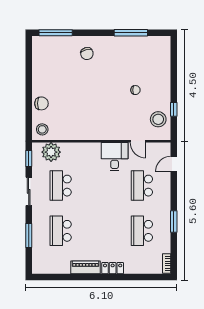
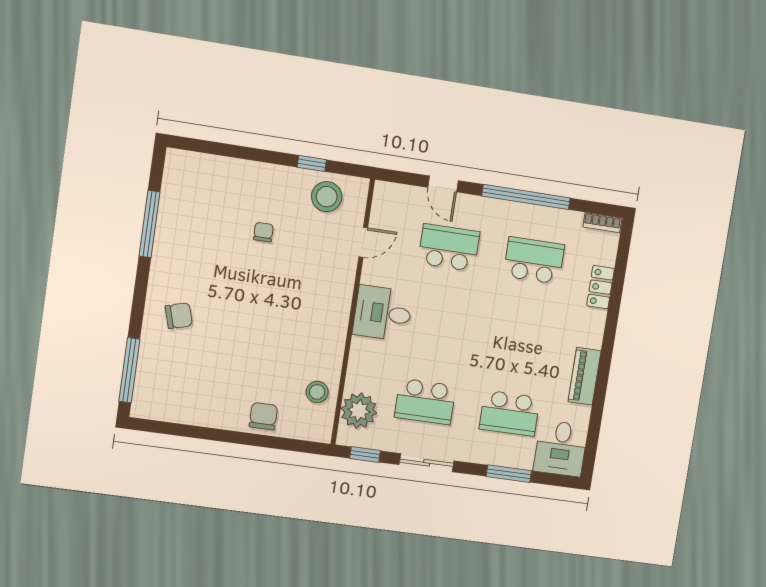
stool: (42, 129) -> (317, 392), moved
desk: (115, 157) -> (383, 313), moved
door: (174, 164) -> (443, 184), moved
school desk: (142, 186) -> (449, 248), turned 180
window: (174, 221) -> (526, 197), width x2.11
school desk: (142, 231) -> (534, 260), turned 180
desk: (46, 261) -> (561, 448), added
locker: (113, 268) -> (600, 287), moved

